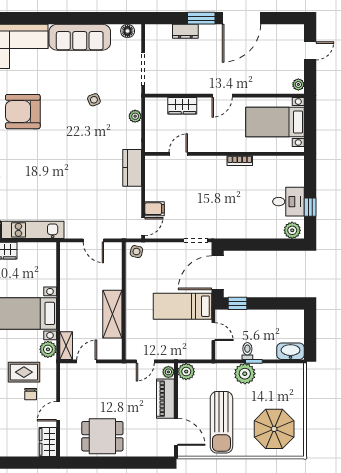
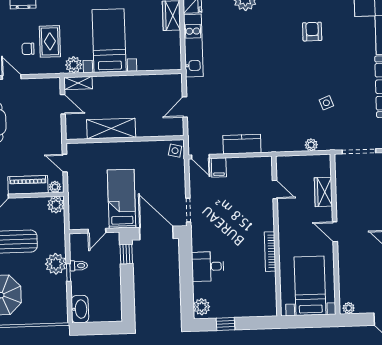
armchair: (23, 112) -> (312, 32), width x0.53, depth x0.53
bookcase: (240, 161) -> (270, 252), width x1.56
kitchen counter: (132, 168) -> (242, 144), moved
desk: (288, 202) -> (208, 266), moved, turned 90

